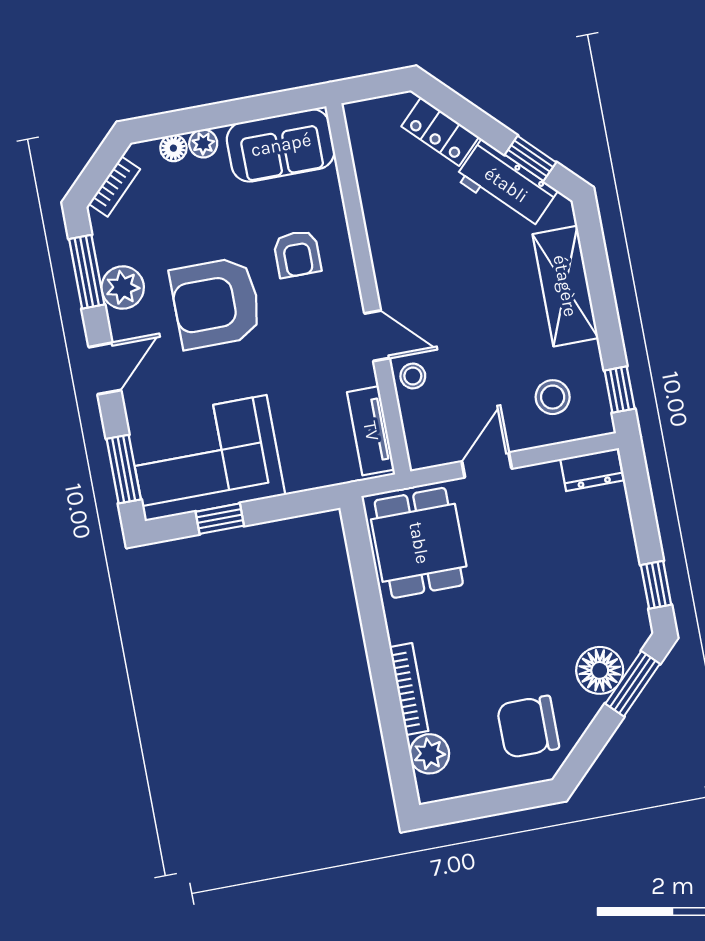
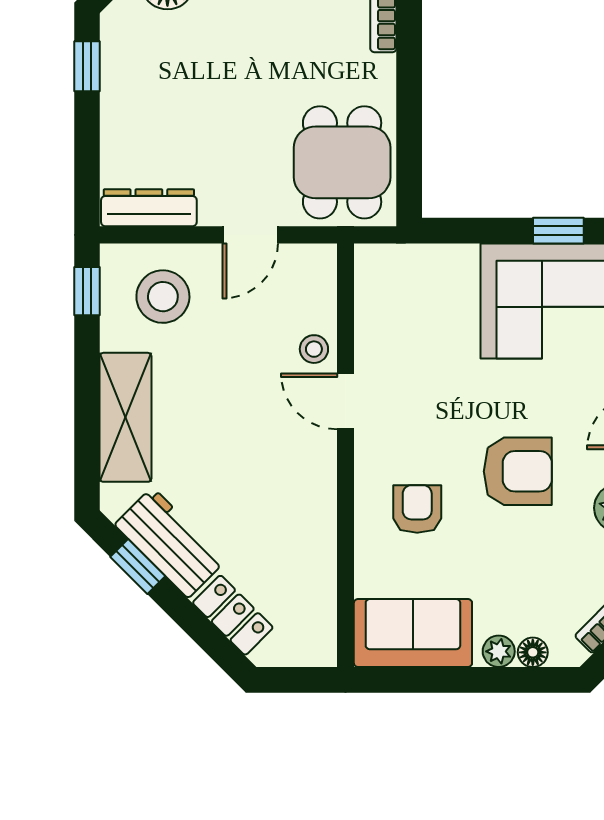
armchair: (216, 303) -> (518, 471), width x0.73, depth x0.73
stool: (553, 397) -> (163, 297), width x1.38, depth x1.38
tv unit: (371, 431) -> (372, 297), removed
dresser: (592, 470) -> (149, 208), width x1.44

